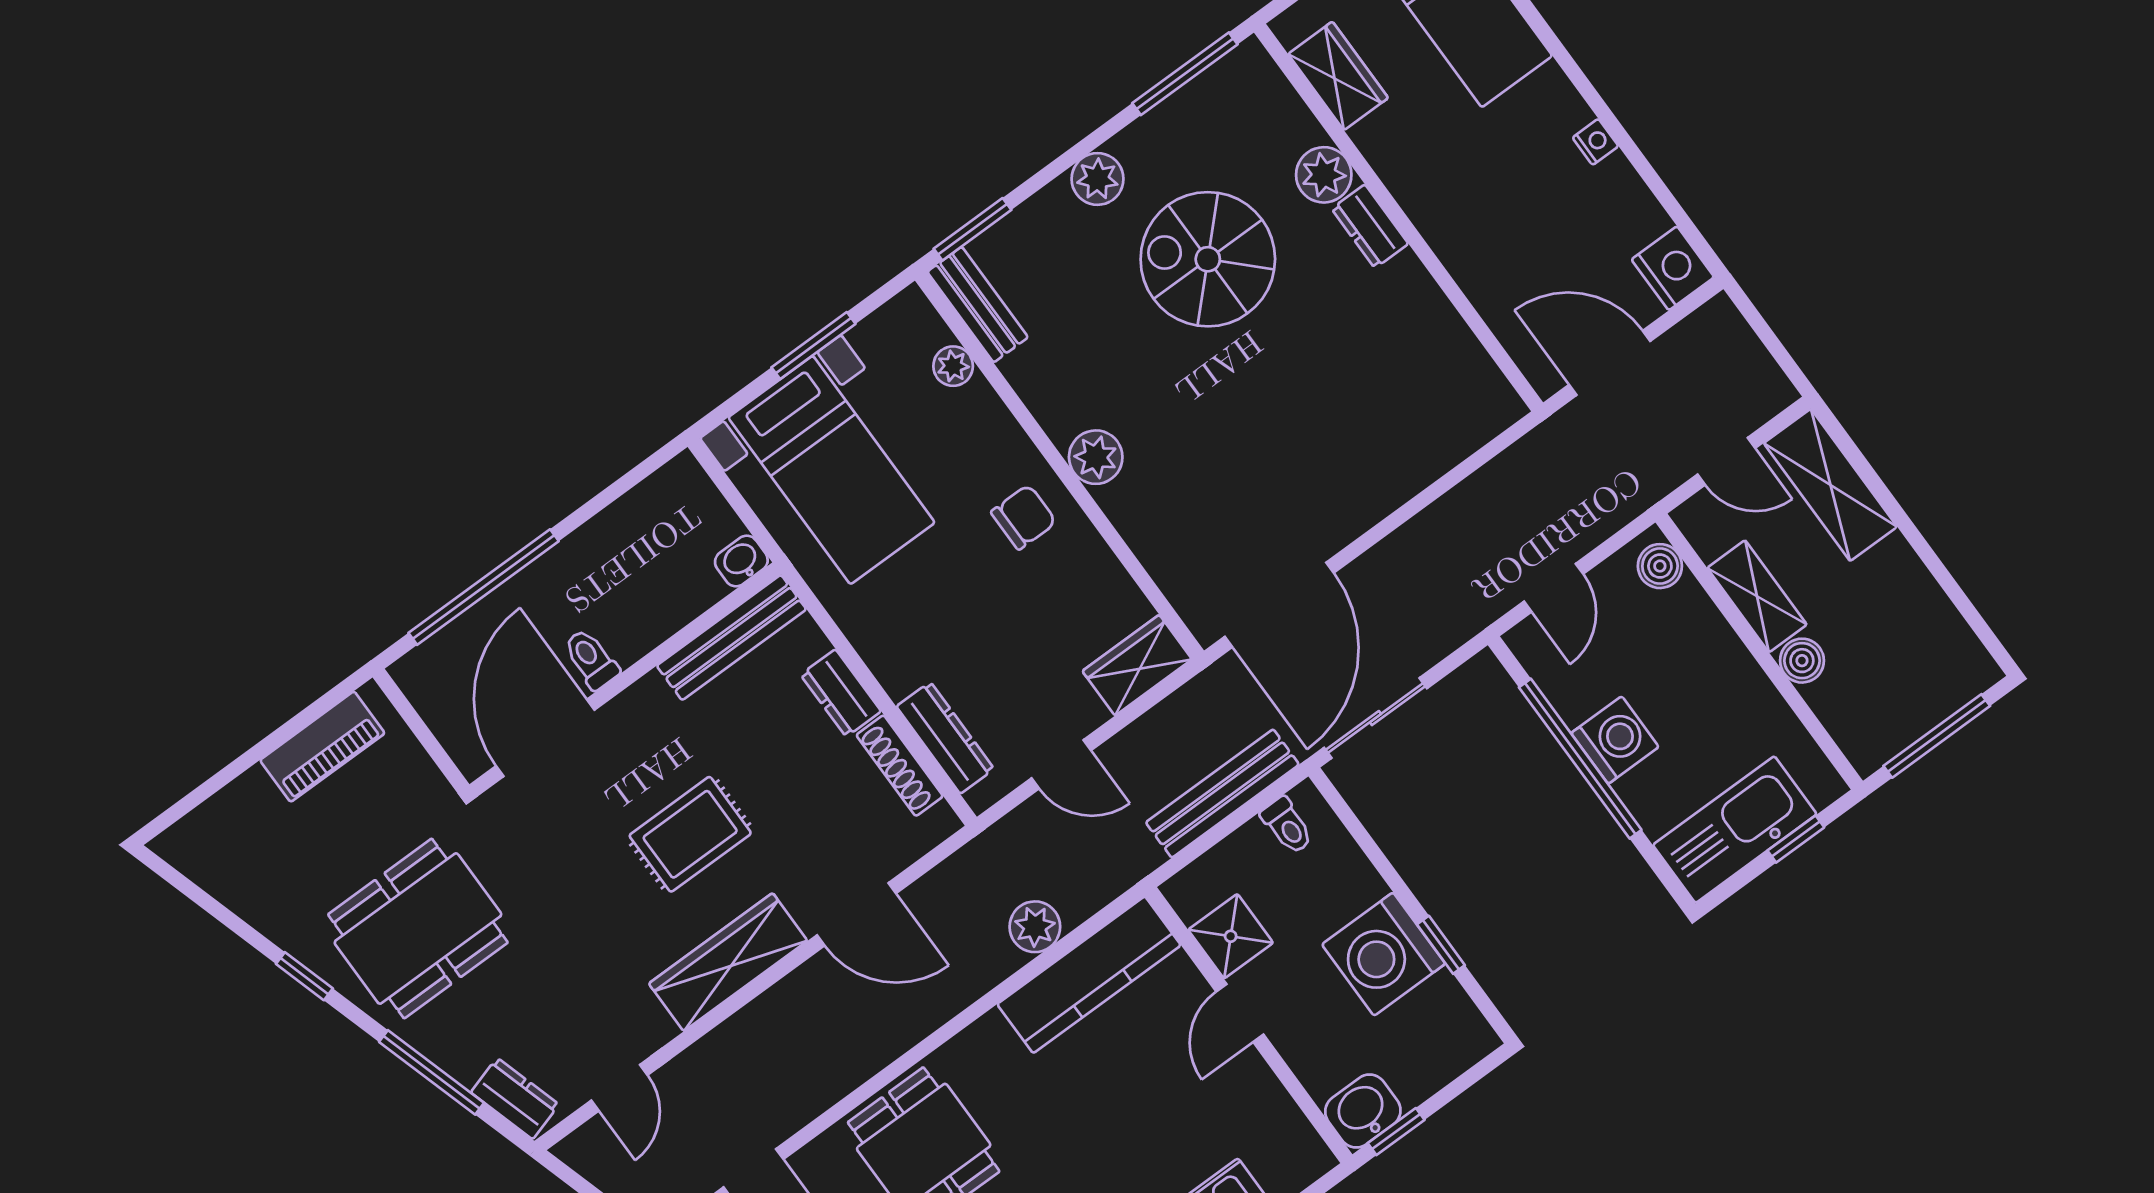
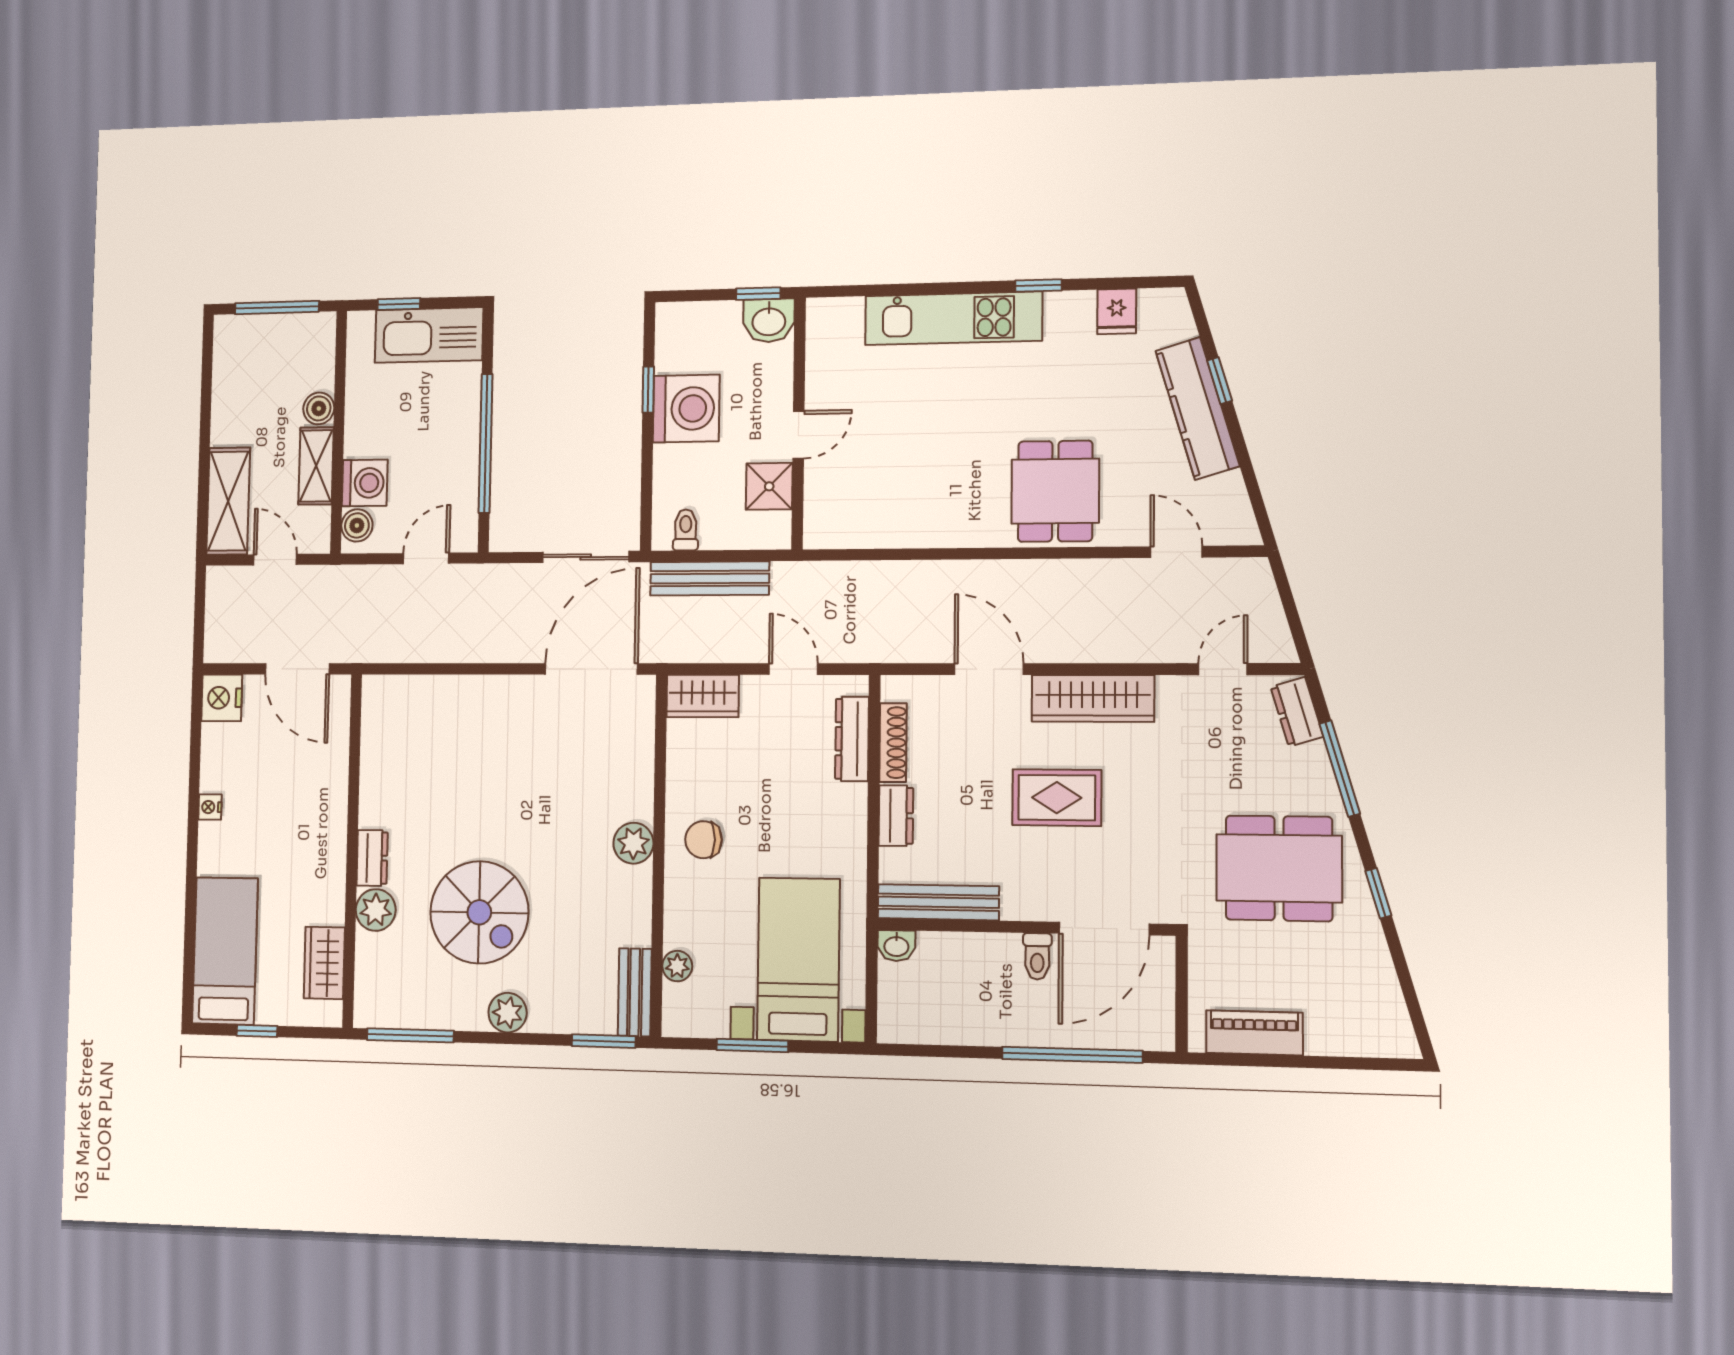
washing machine: (1615, 740) -> (365, 483), moved, turned 180
plant: (1035, 927) -> (884, 580), removed
kitchen counter: (1089, 975) -> (873, 525), removed

